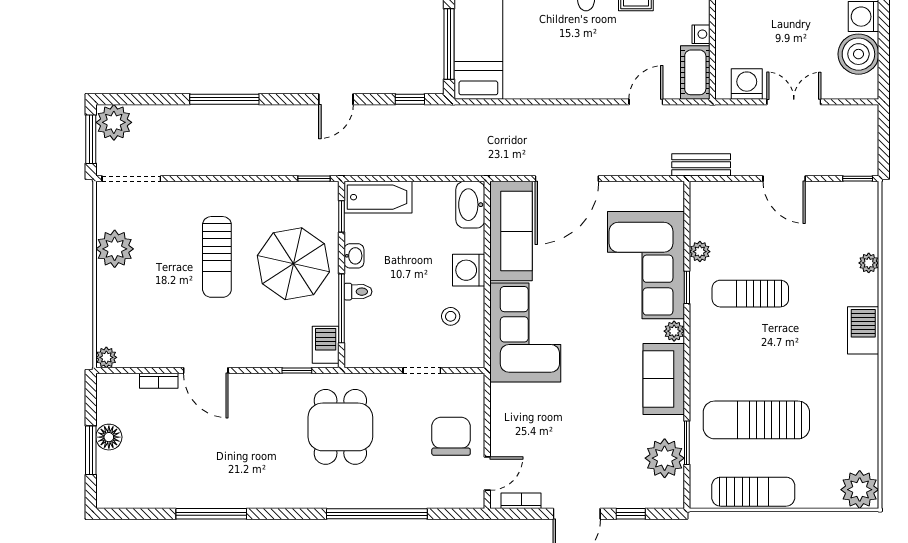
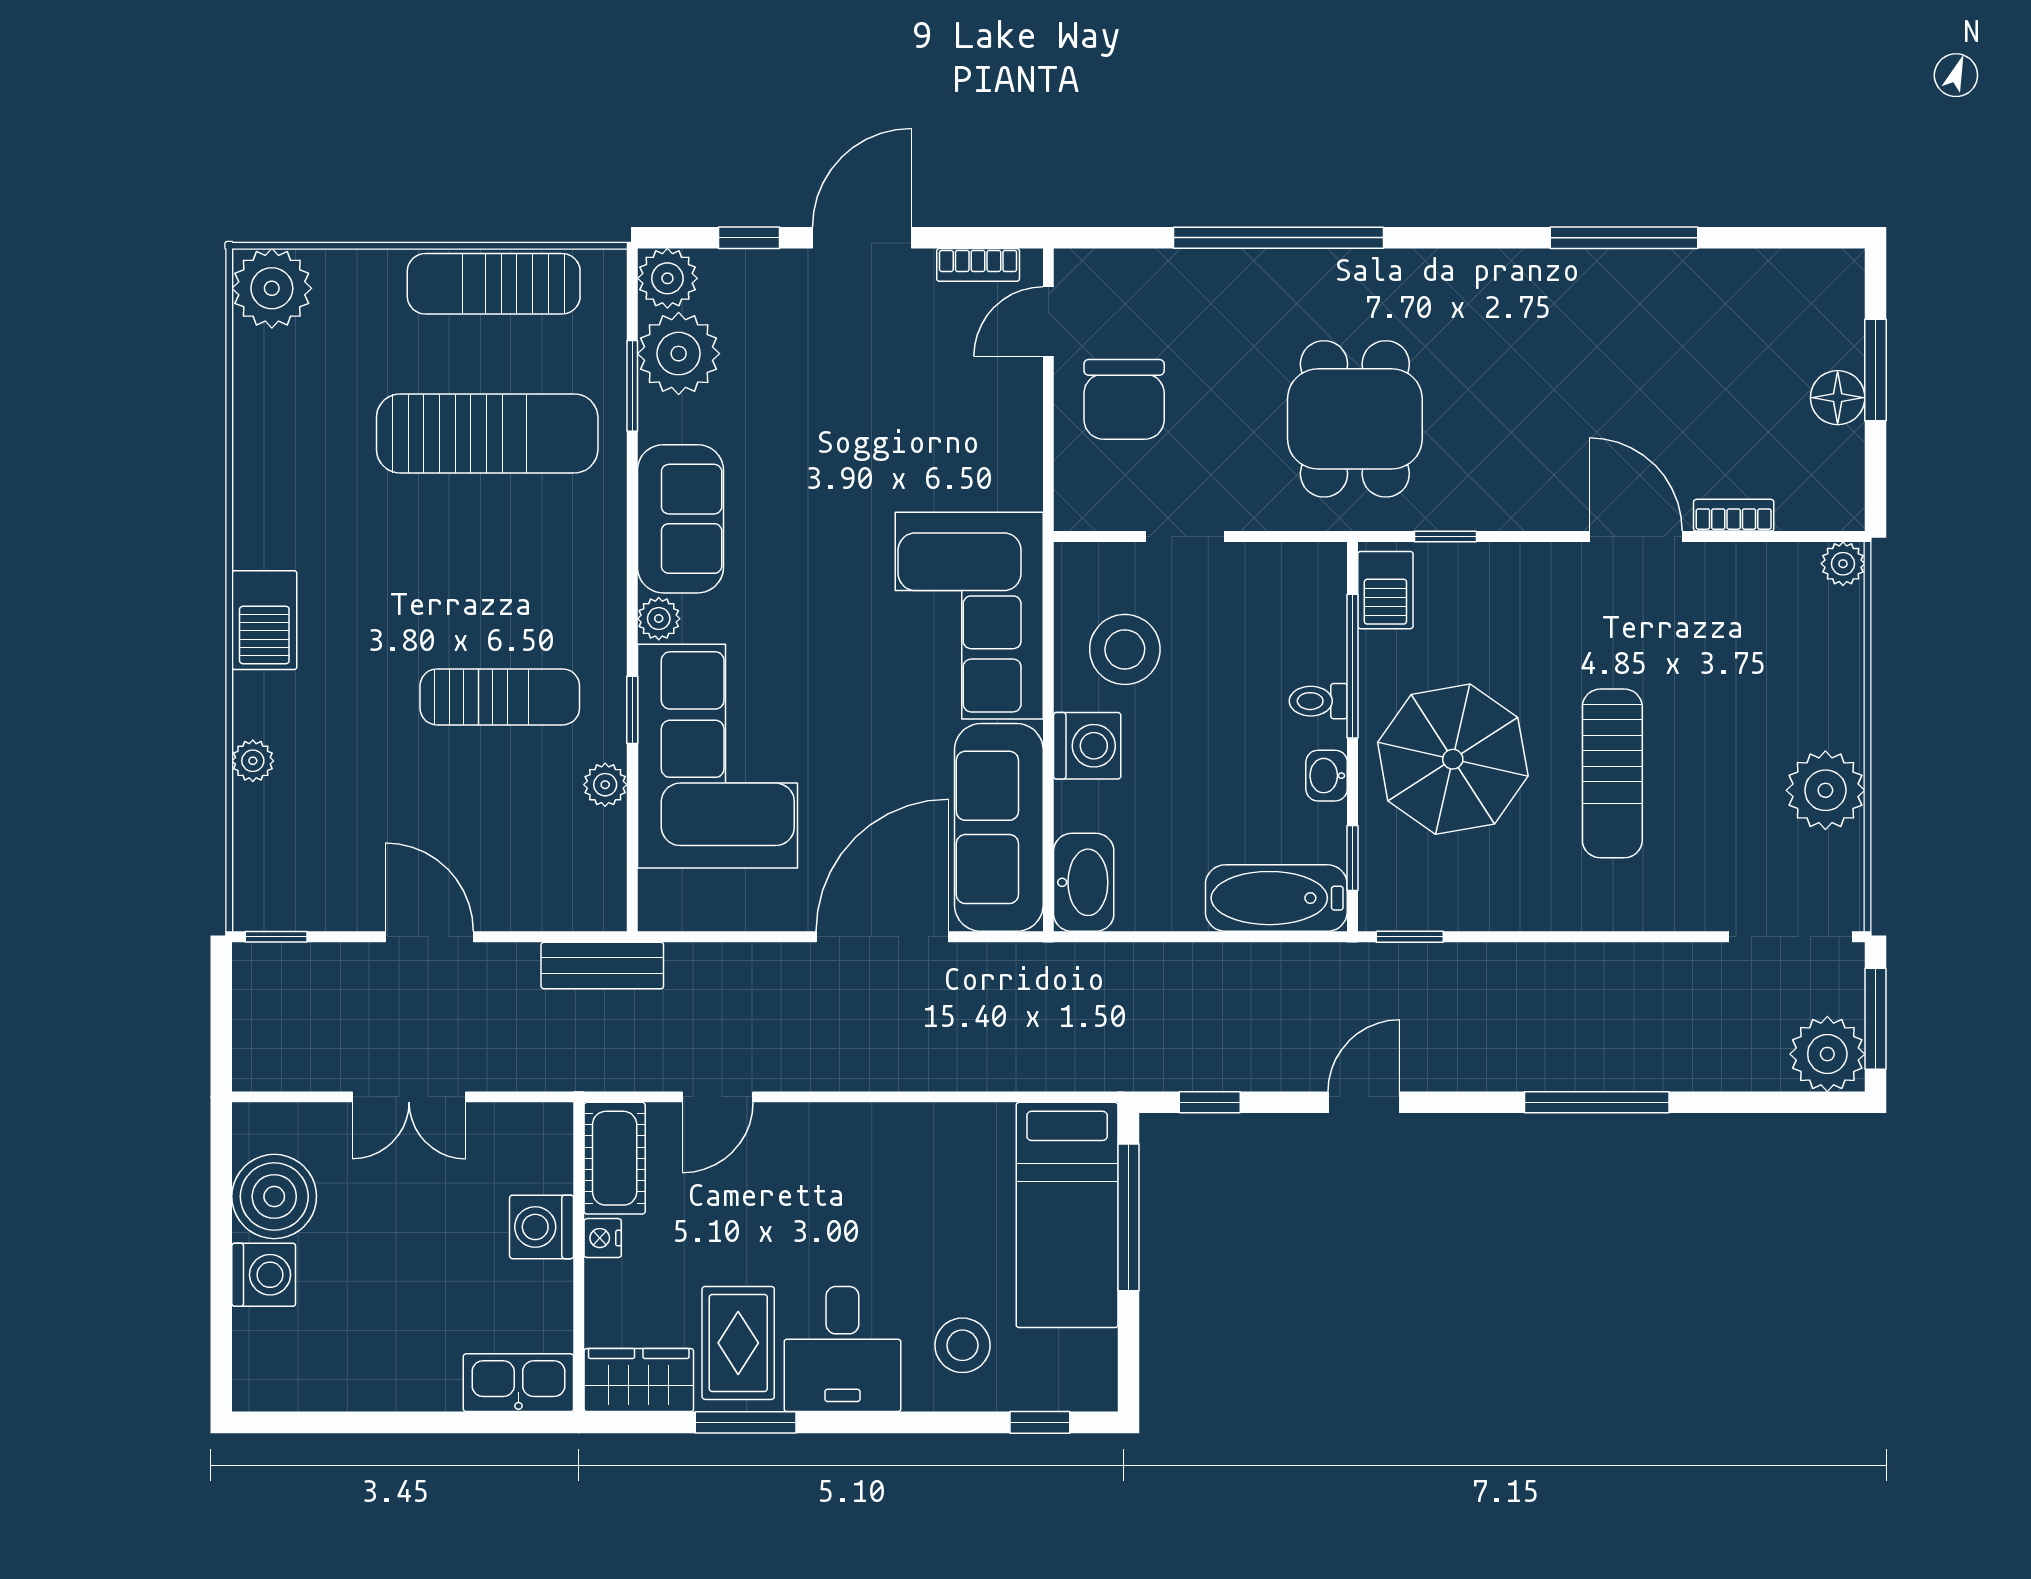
washing machine: (747, 84) -> (542, 1227), moved, turned 90
sun lounger: (217, 257) -> (1612, 773), turned 180
stool: (451, 316) -> (1125, 649), width x1.89, depth x1.89
plant: (670, 494) -> (667, 278), added

